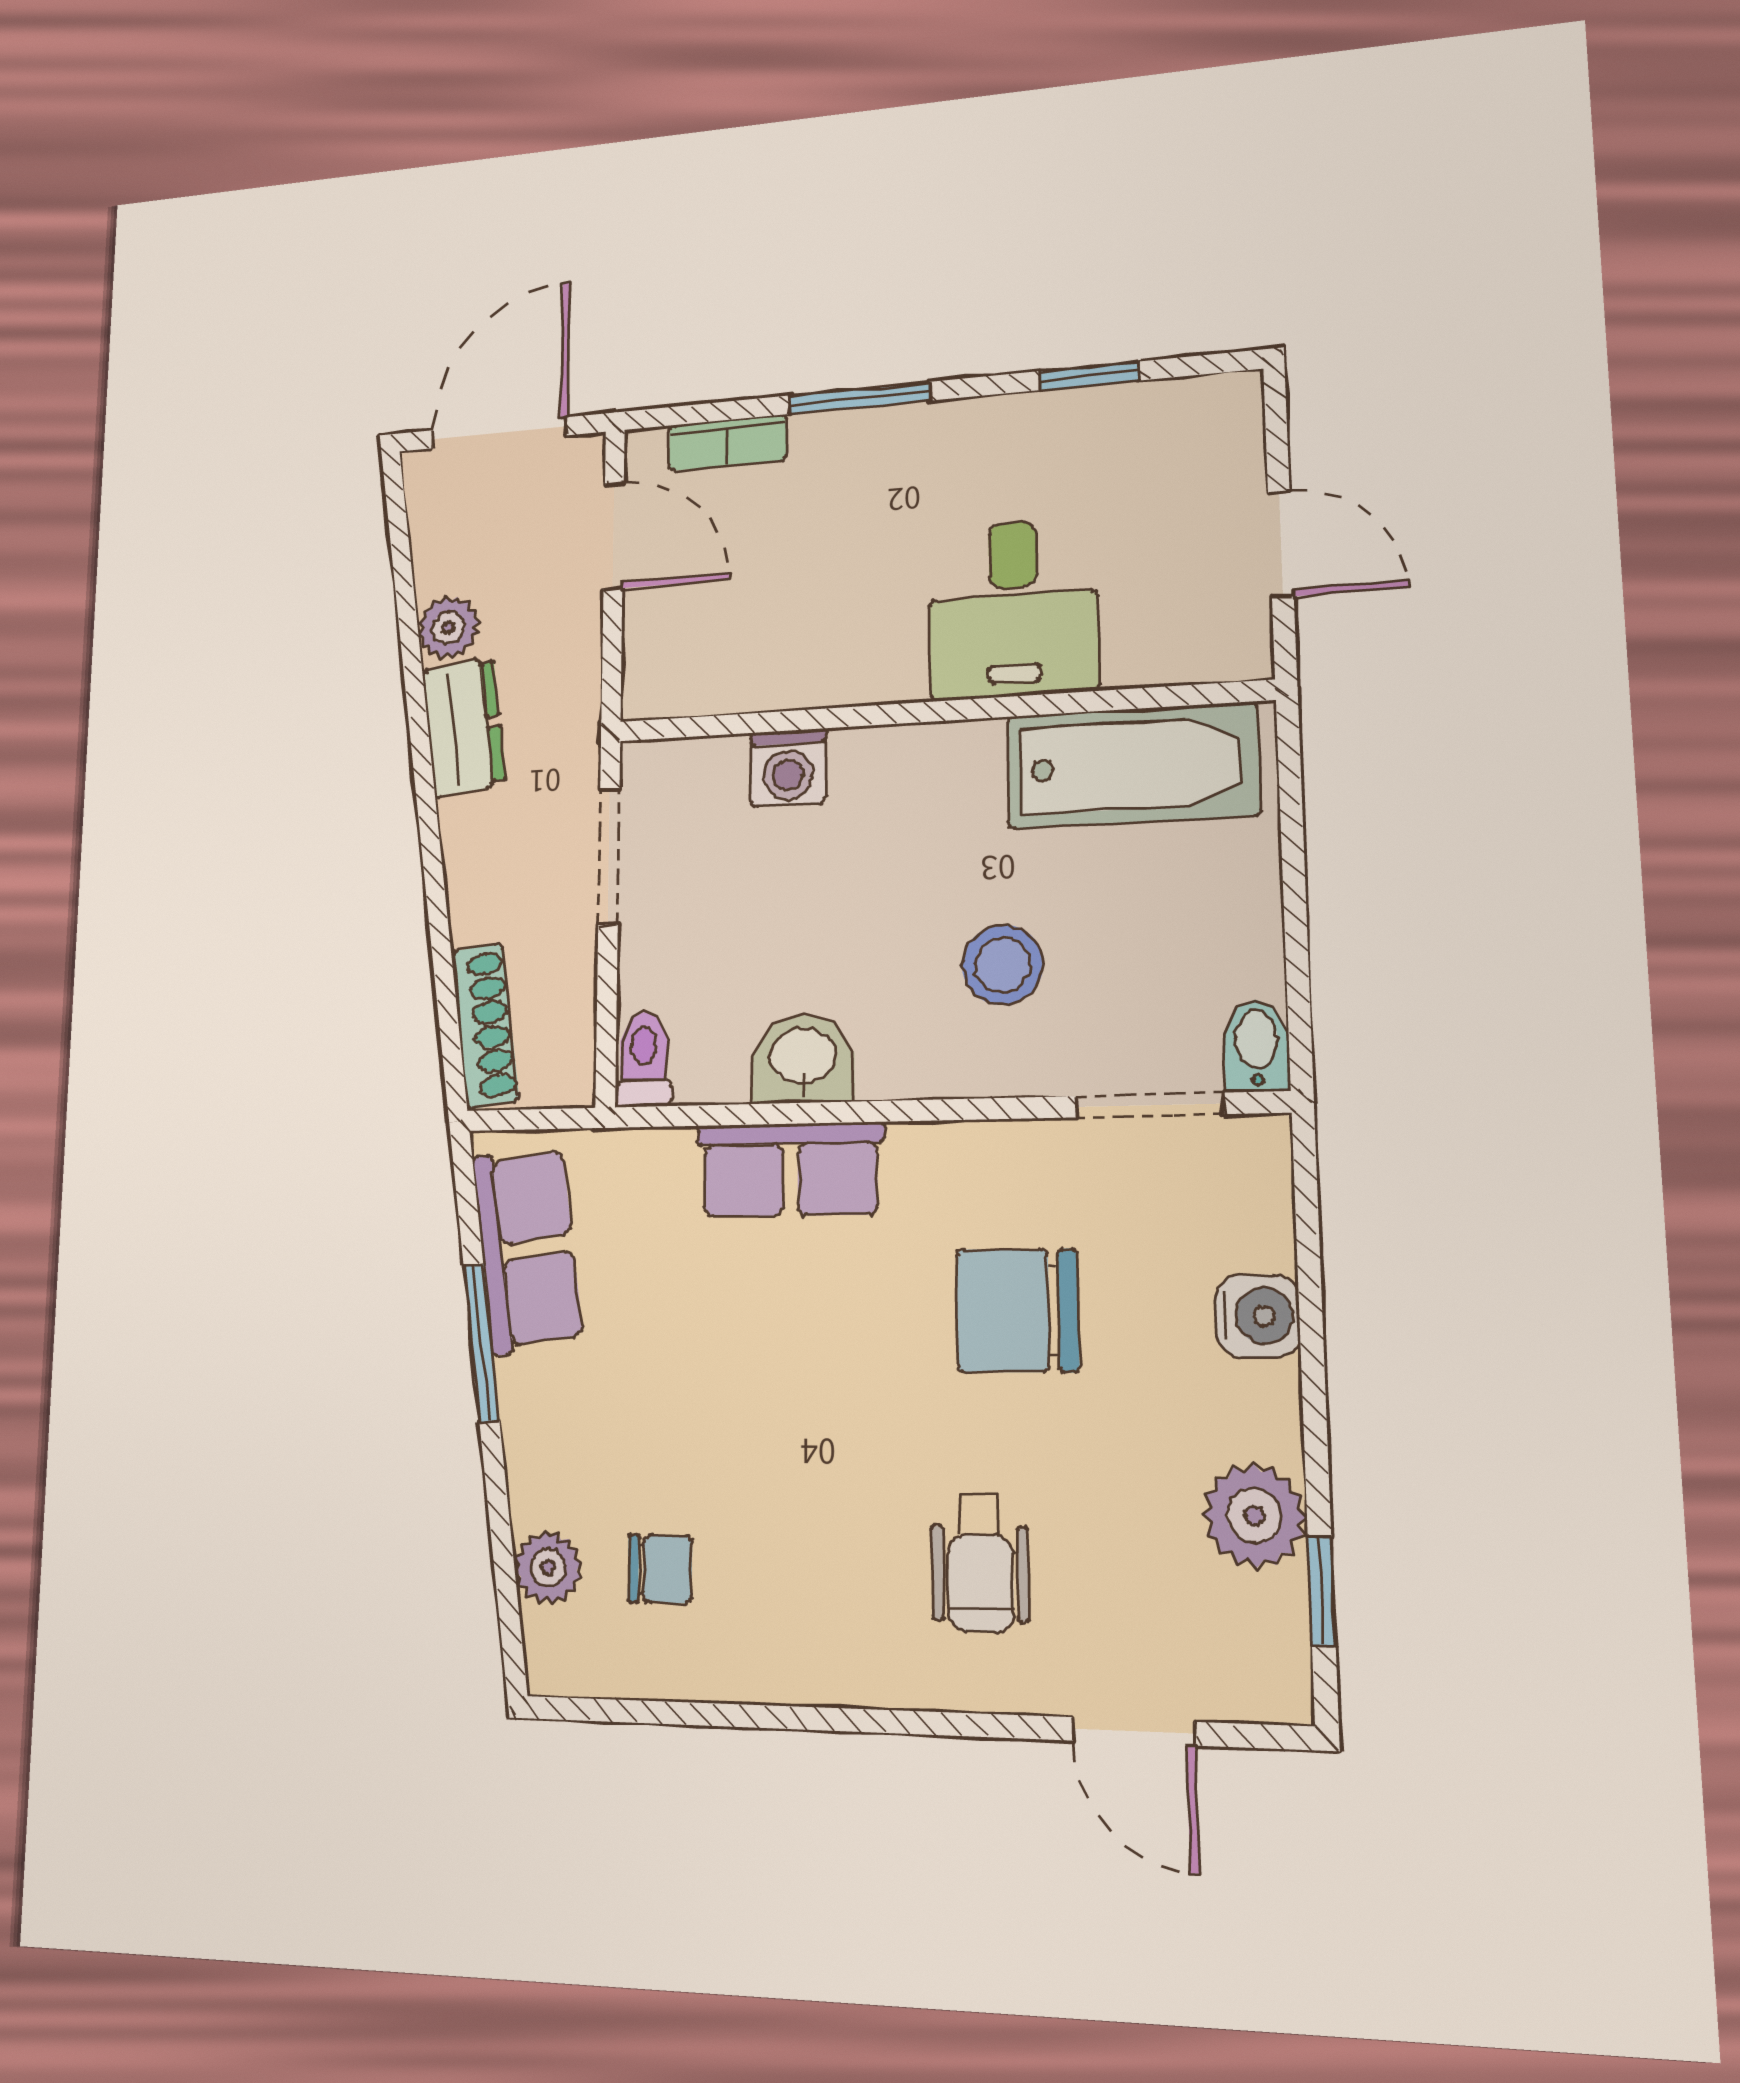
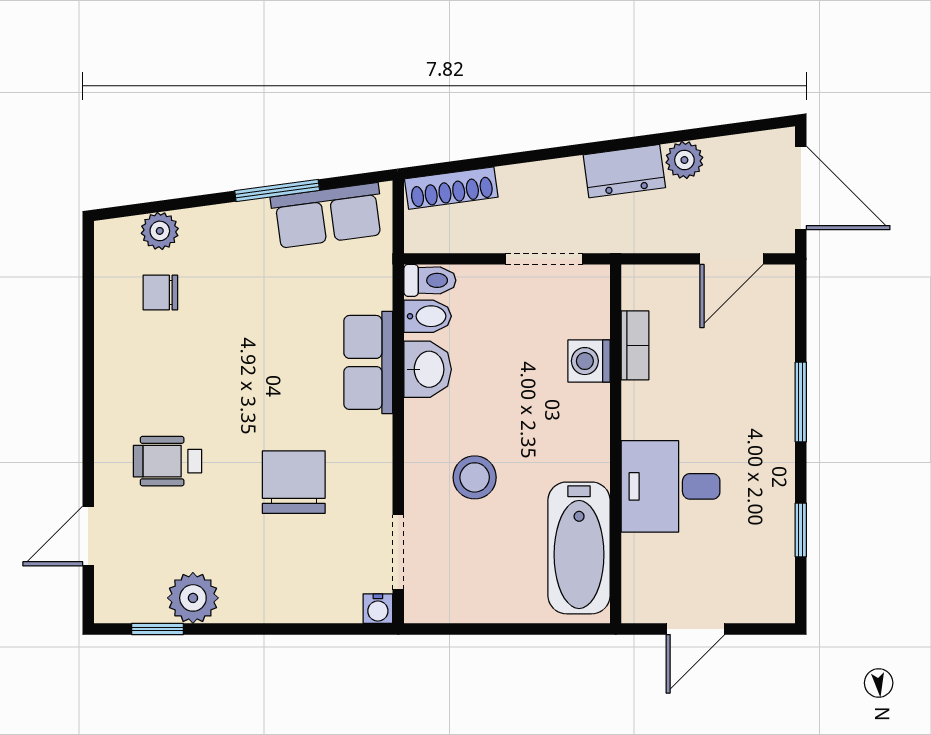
bookcase: (728, 443) -> (635, 345), moved, turned 180
bidet: (1257, 1046) -> (428, 316), moved
water cooler: (1258, 1316) -> (378, 609), moved, width x0.72, depth x0.72
chair: (660, 1569) -> (160, 293), turned 90

